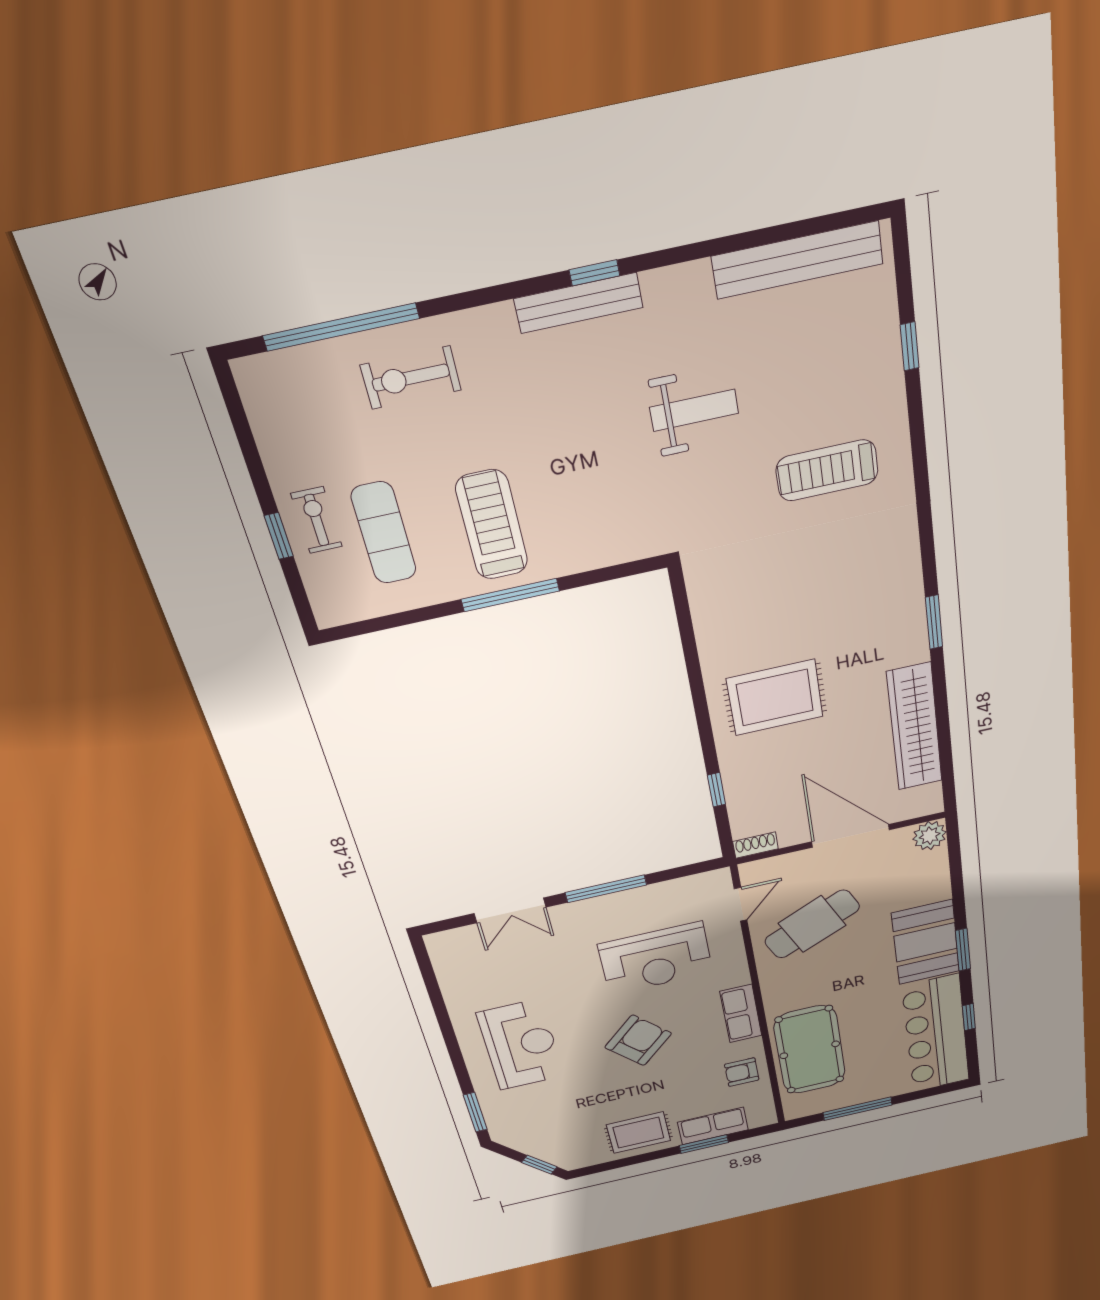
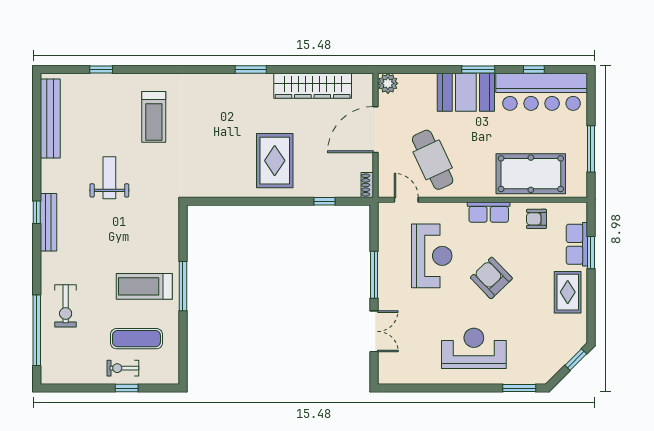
armchair: (742, 1072) -> (536, 219), turned 90

